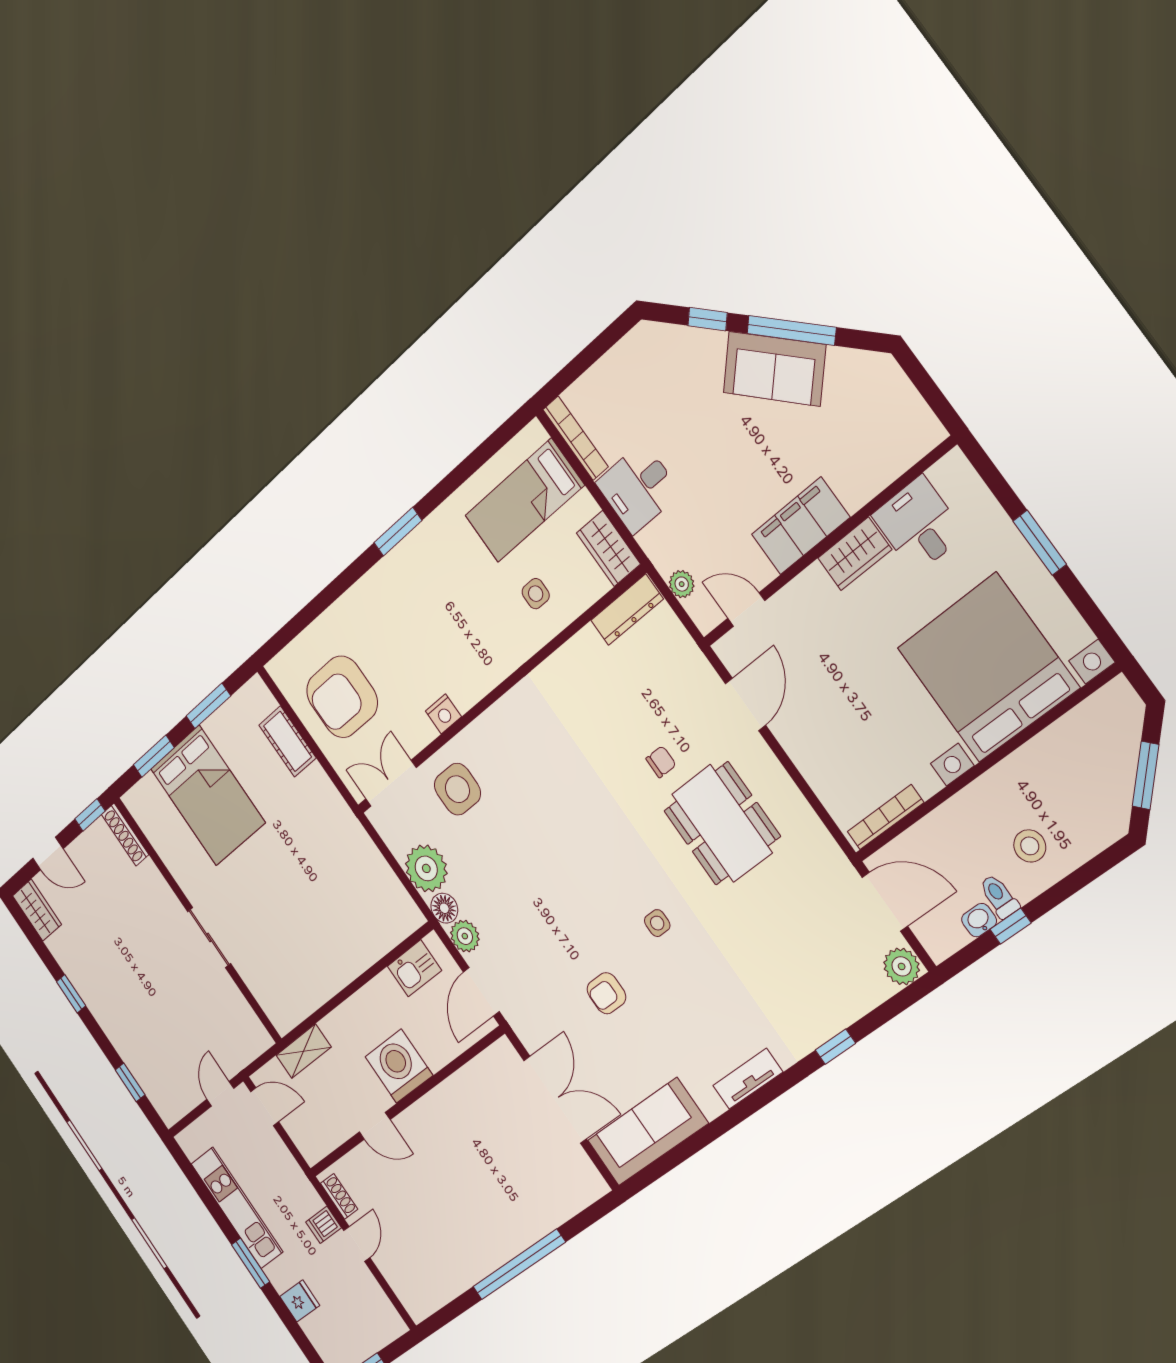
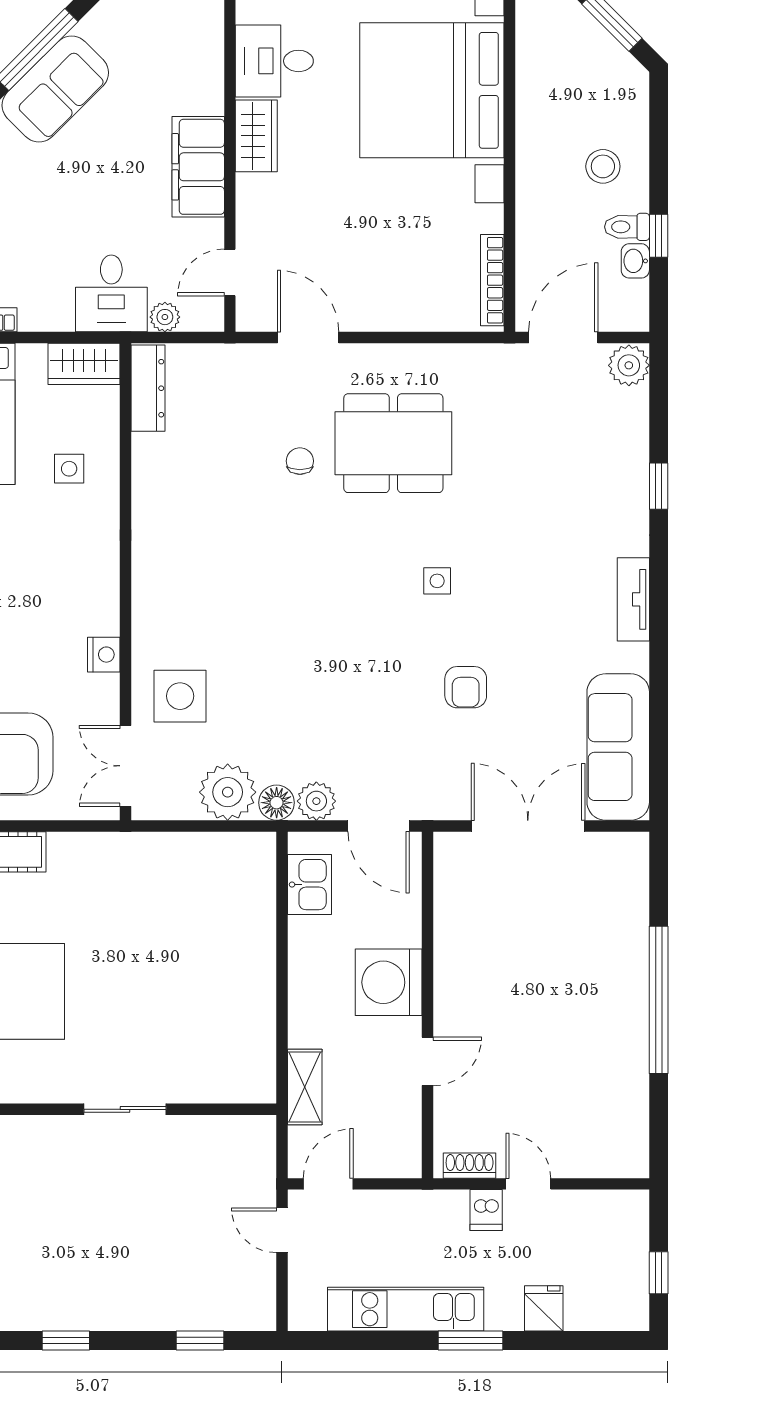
desk: (638, 488) -> (111, 293), moved

